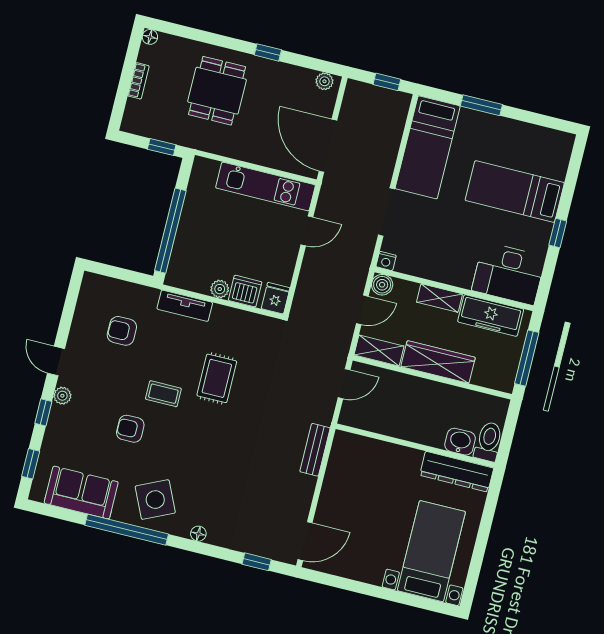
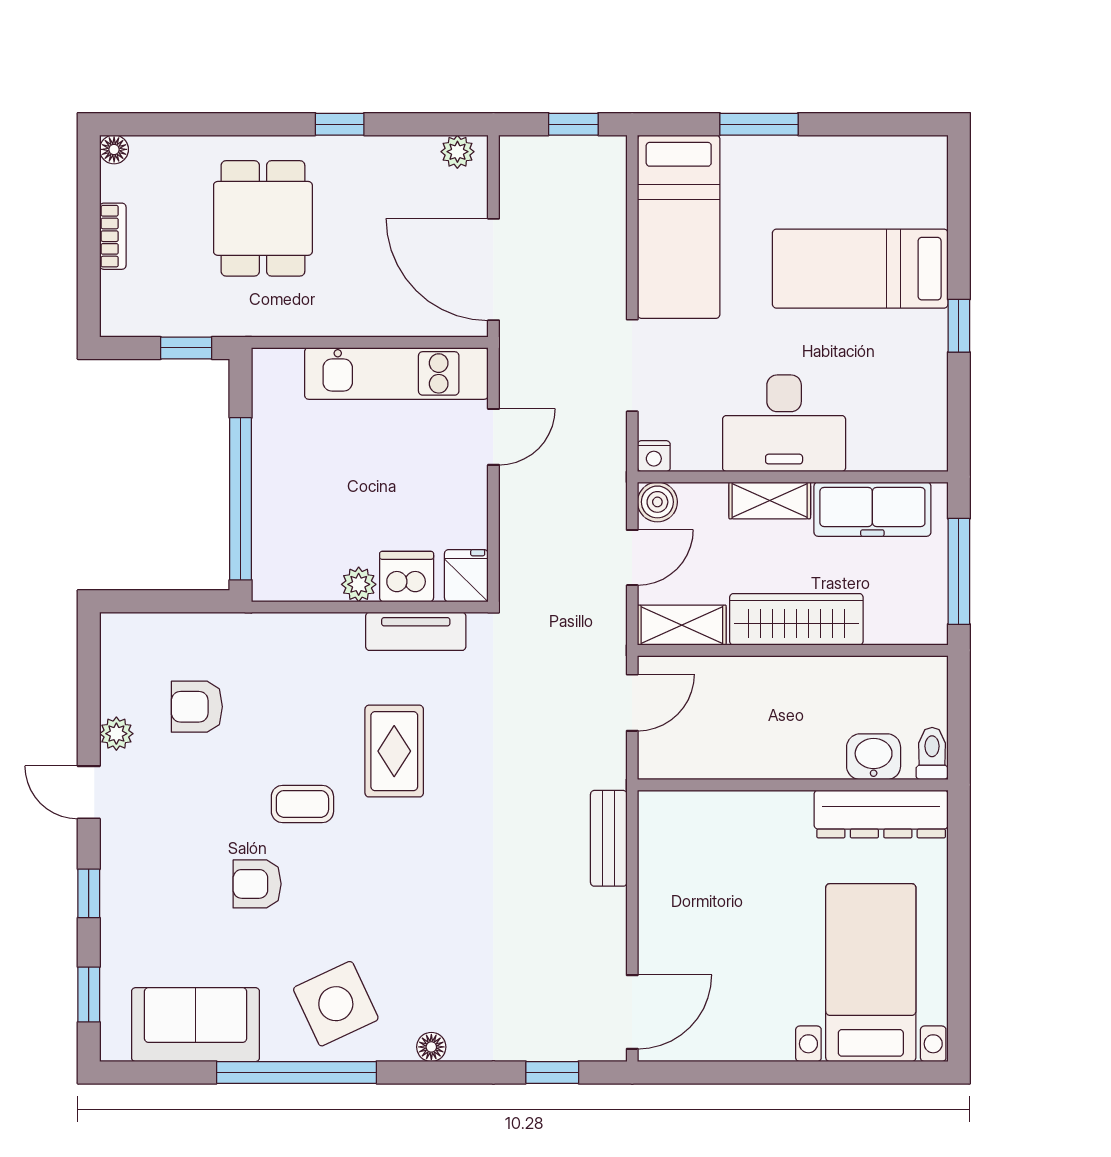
desk: (509, 274) -> (784, 423), moved
tv unit: (185, 306) -> (416, 631), moved
plant: (62, 396) -> (116, 734), moved
toilet: (488, 441) -> (932, 754), width x0.73, depth x0.72

